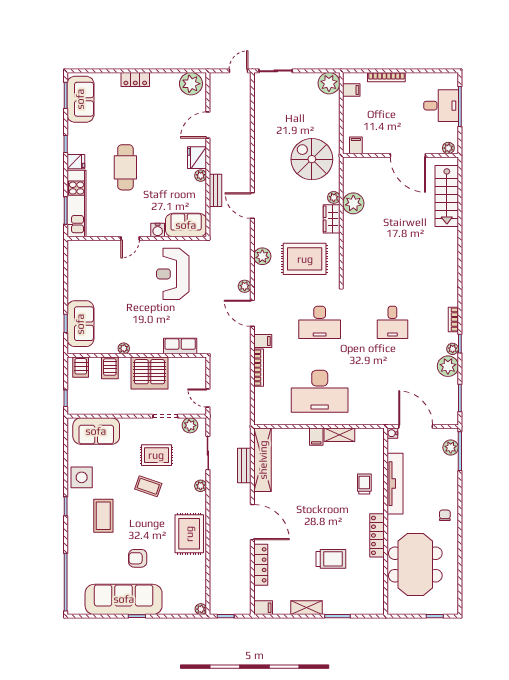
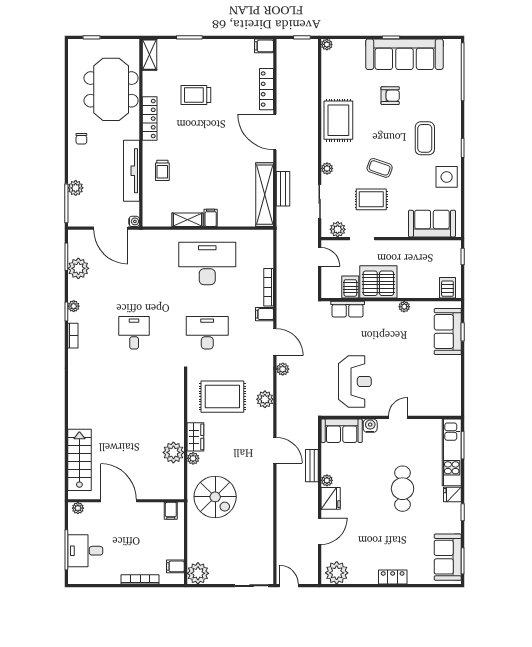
door: (238, 71) -> (289, 586), swing flipped
plant: (448, 366) -> (78, 268), moved
server rack: (110, 368) -> (350, 287), moved
plant: (451, 447) -> (76, 188), moved
shelving: (307, 608) -> (149, 55), moved, turned 90

